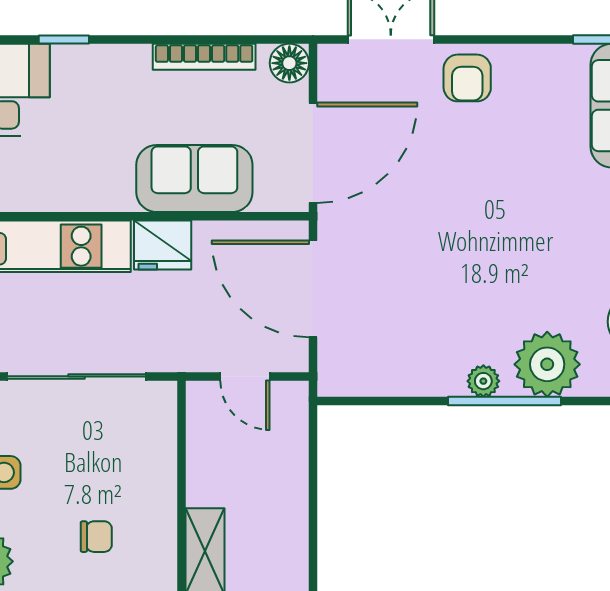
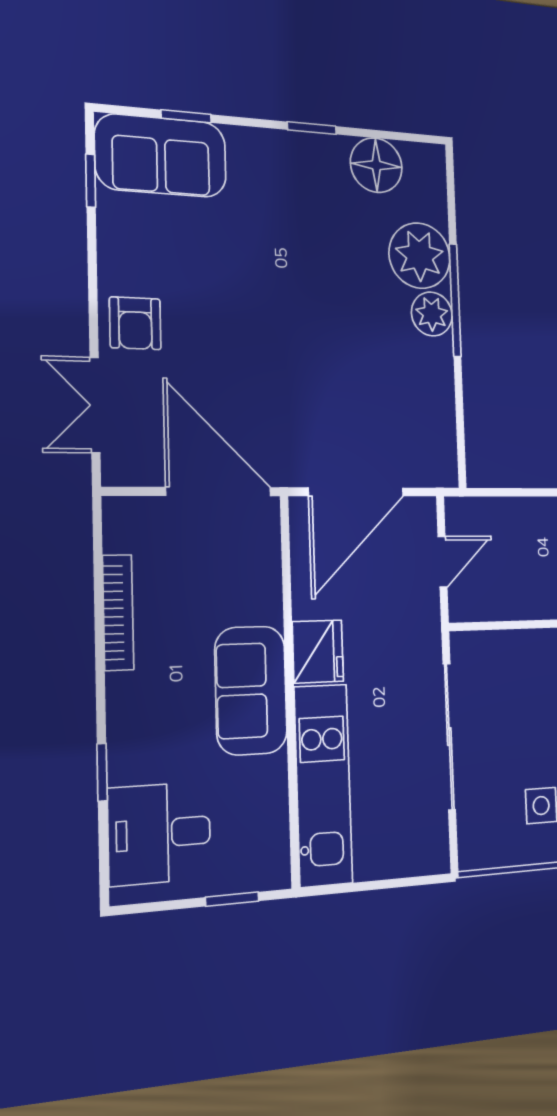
floor lamp: (289, 63) -> (123, 517), removed
armchair: (467, 78) -> (135, 323), turned 90
sofa: (194, 179) -> (251, 690), moved
plant: (483, 381) -> (432, 314), width x1.38, depth x1.38

